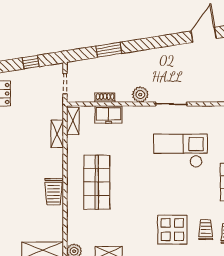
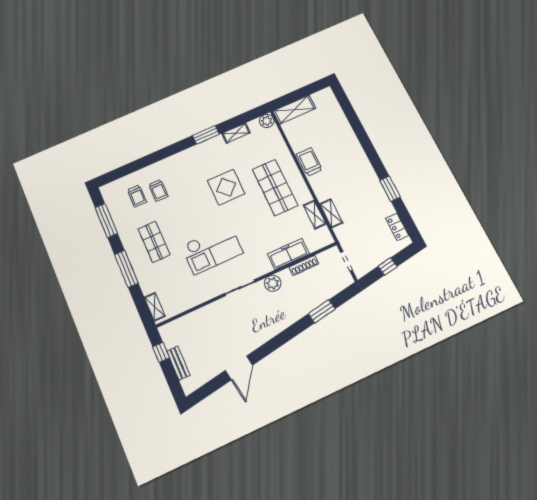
shoe rack: (105, 98) -> (304, 265), width x1.43
freezer: (108, 115) -> (288, 254), width x1.40
shelving: (73, 121) -> (315, 215), moved
display table: (172, 230) -> (226, 187), moved

